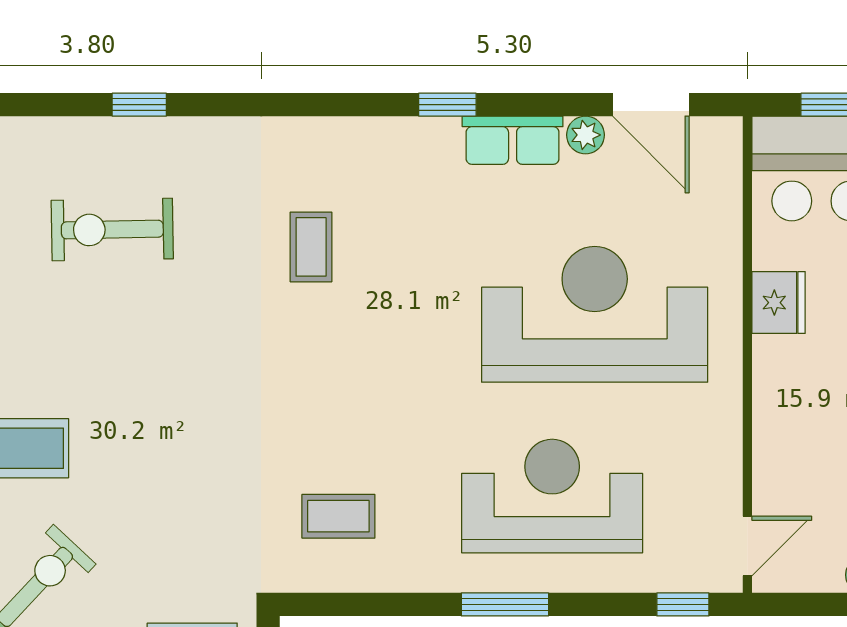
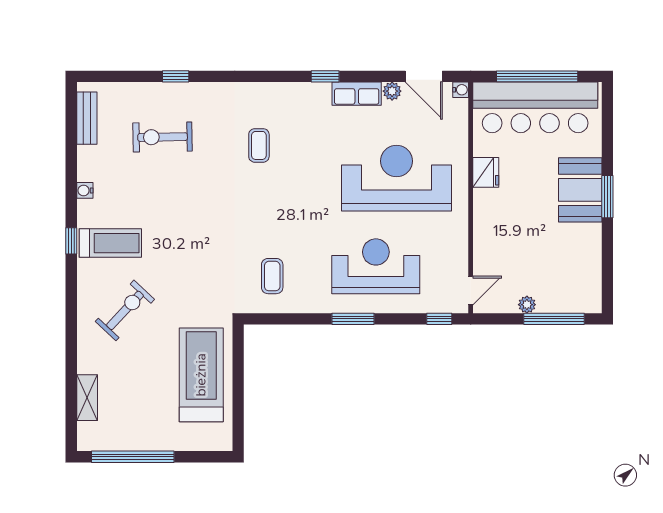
water cooler: (727, 132) -> (461, 90), added
coffee table: (338, 516) -> (272, 276), turned 90

